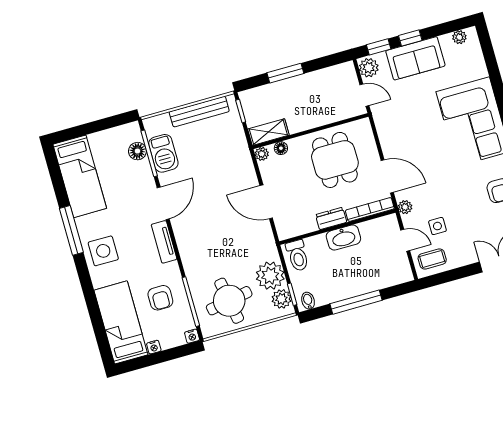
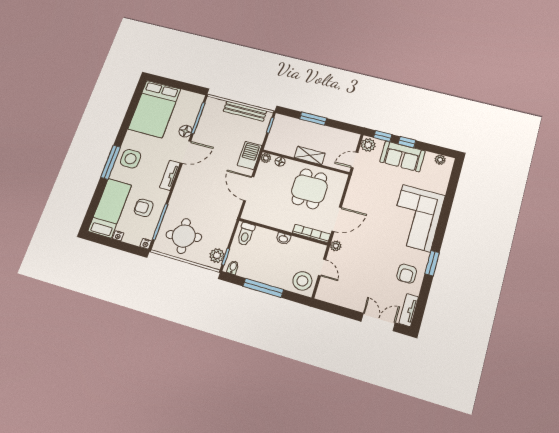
door: (364, 95) -> (355, 160), swing flipped
shelving: (268, 132) -> (310, 155), moved
floor lamp: (137, 151) -> (185, 131), moved
barbecue: (163, 153) -> (250, 155), moved, turned 180
bed: (80, 176) -> (154, 109), width x1.50
door: (387, 176) -> (337, 219), hinge flipped
dresser: (331, 218) -> (283, 224), removed
side table: (437, 226) -> (350, 271), removed
window: (71, 230) -> (111, 162), moved
washbasin: (343, 238) -> (283, 239), width x0.52, depth x0.69
coffee table: (432, 259) -> (332, 291), removed
stool: (393, 268) -> (302, 281), added
plant: (270, 276) -> (220, 236), removed
armchair: (160, 298) -> (144, 208), turned 90

